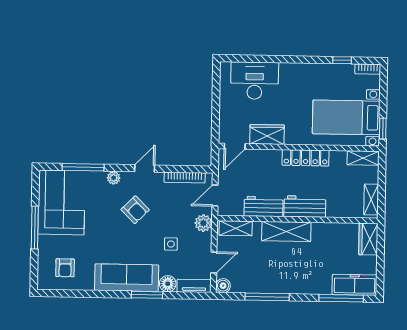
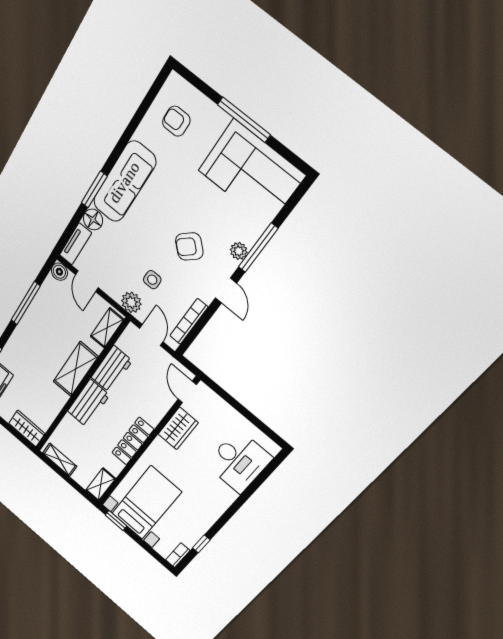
window: (83, 167) -> (258, 248), moved
side table: (171, 244) -> (152, 280), moved

